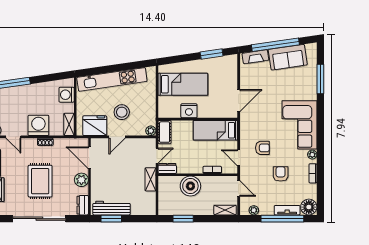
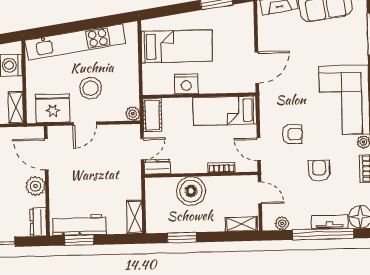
shelving: (150, 179) -> (135, 217), moved

